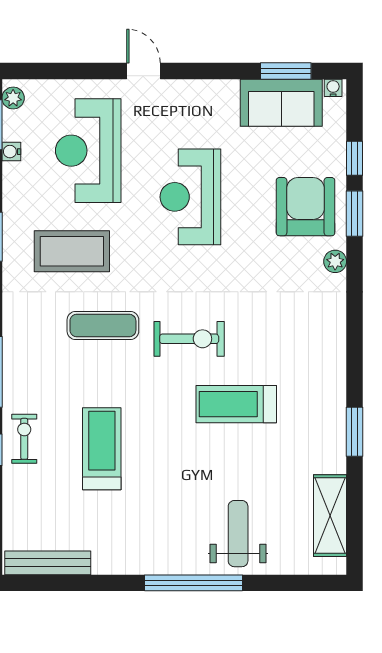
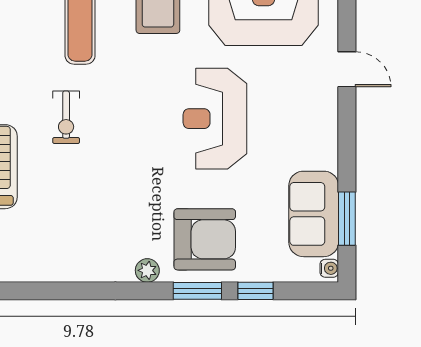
door: (143, 71) -> (347, 69), hinge flipped
reception desk: (190, 197) -> (215, 119), turned -90
exercise bike: (189, 339) -> (66, 117), width x0.73, depth x0.72

